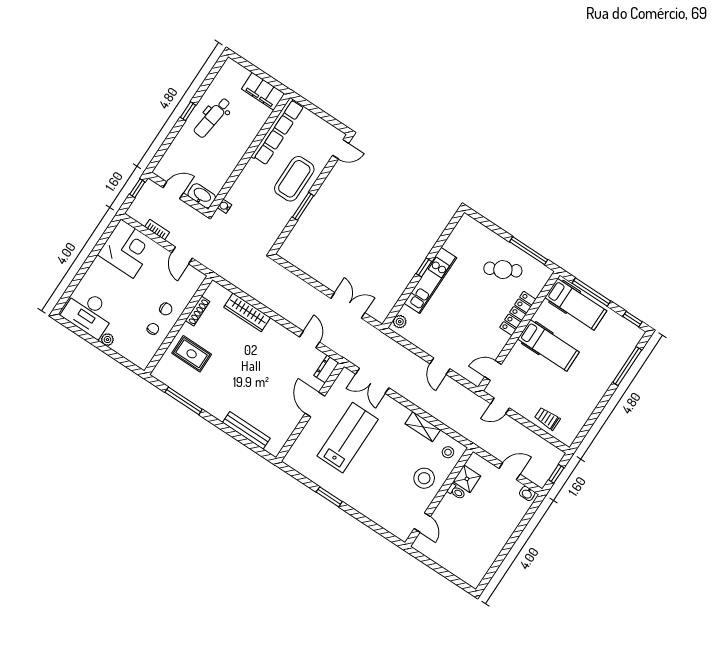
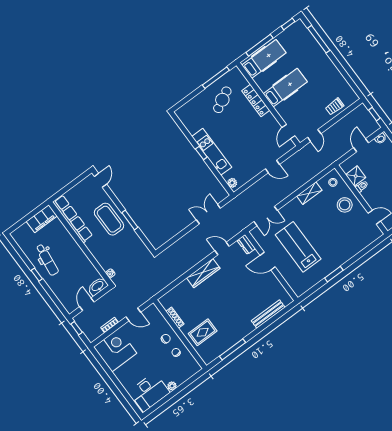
wardrobe: (247, 312) -> (203, 273), moved

